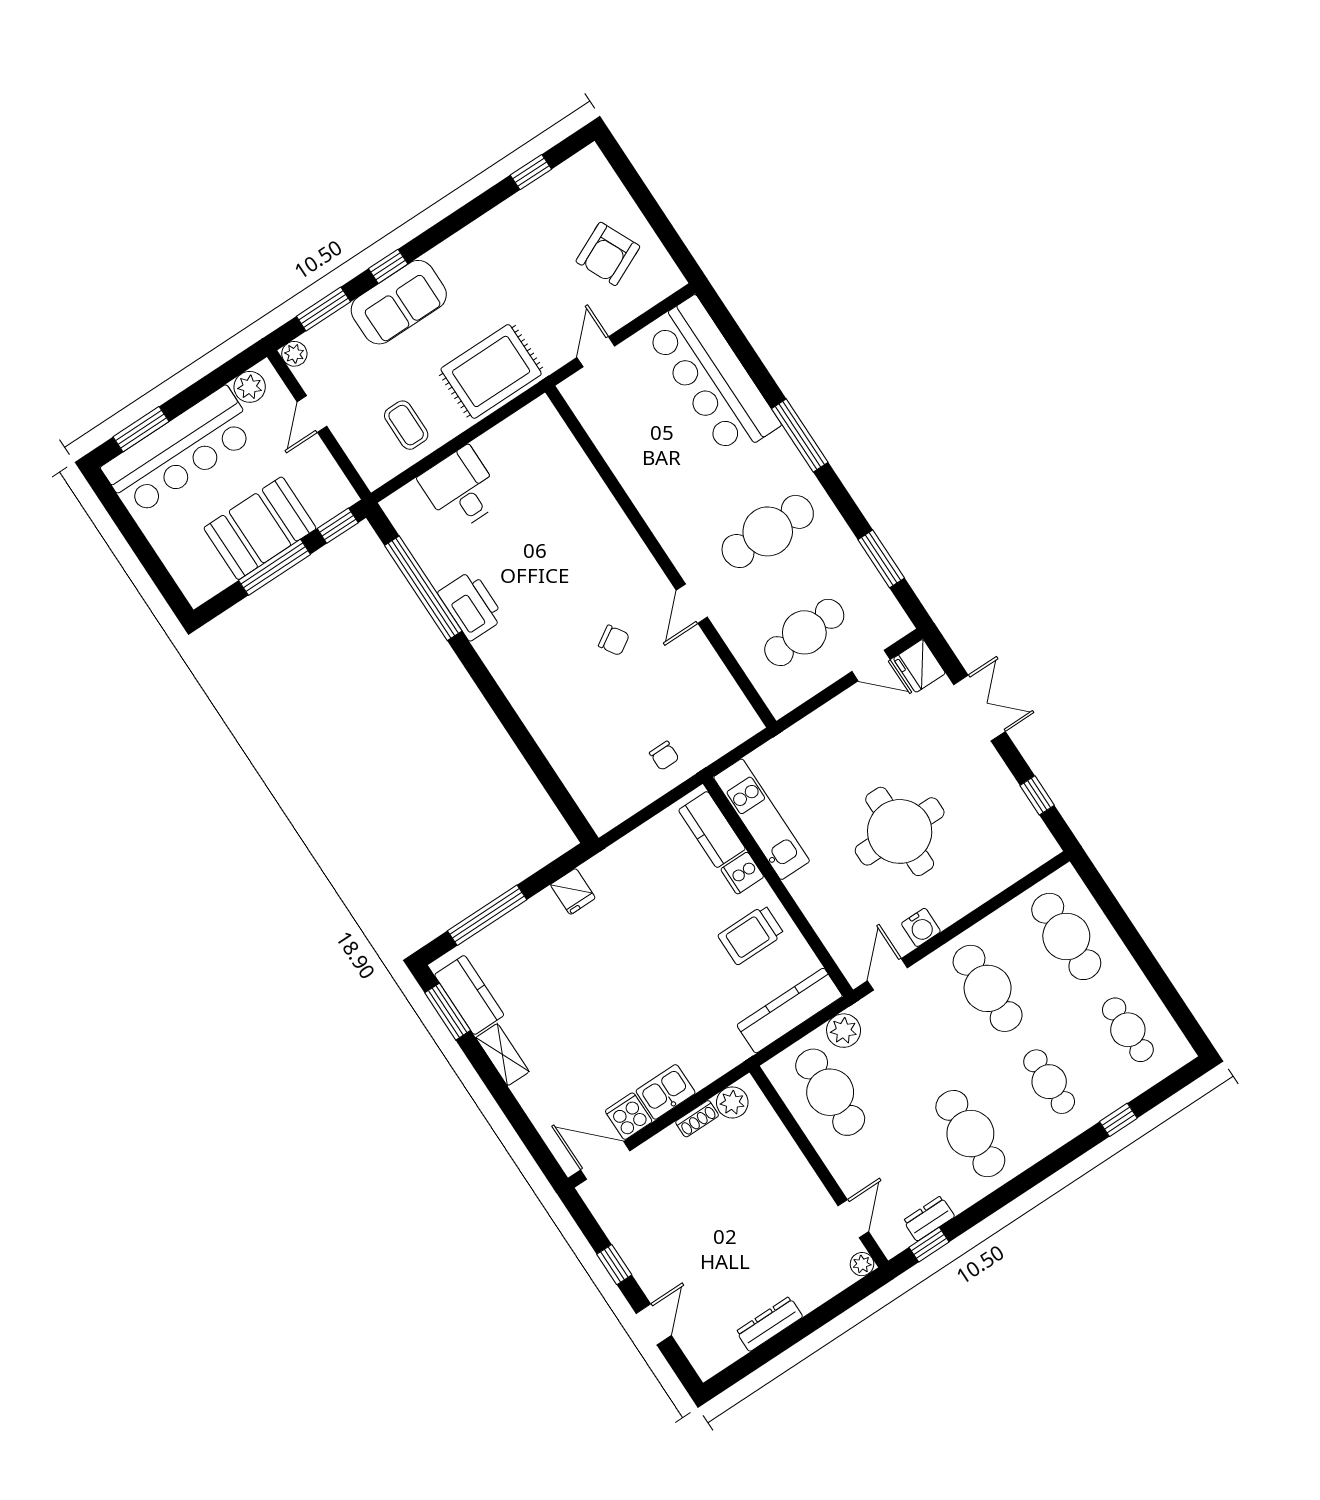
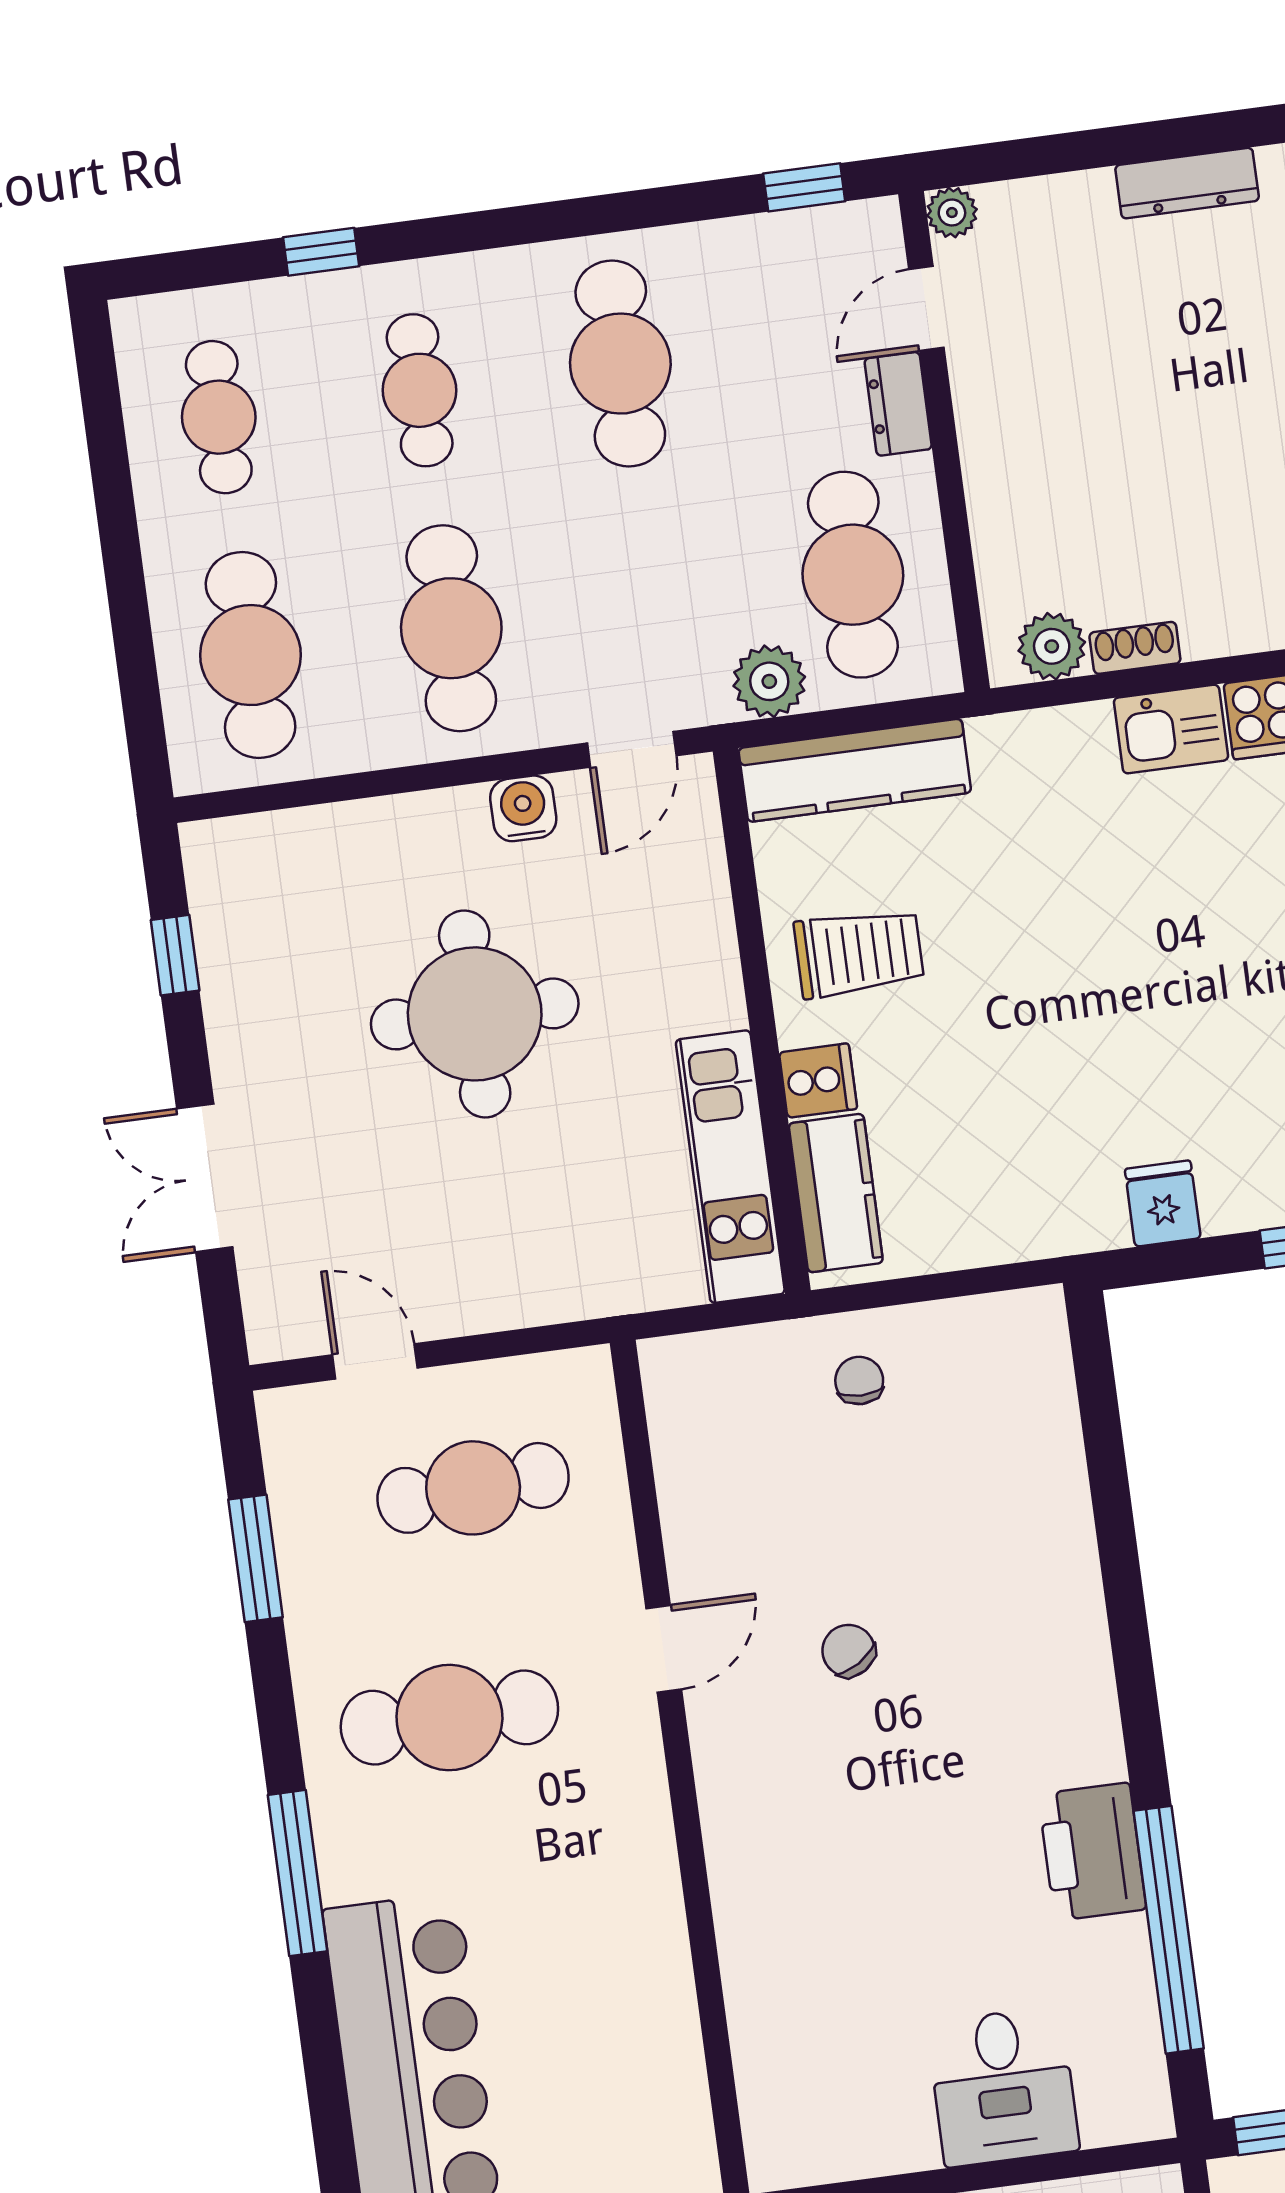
fridge: (919, 666) -> (282, 1316), removed
dresser: (929, 1218) -> (898, 404), moved, turned 90

